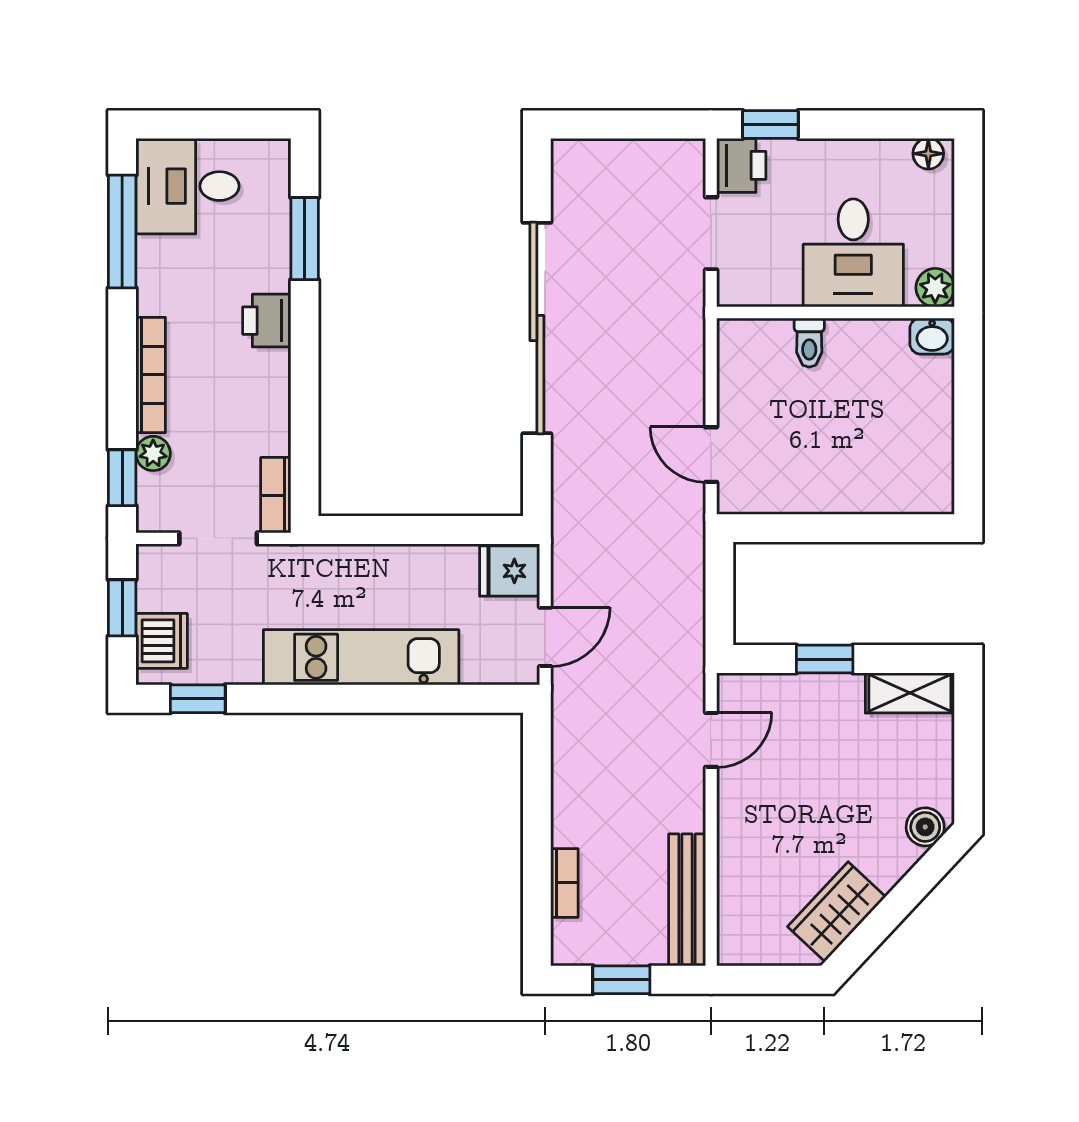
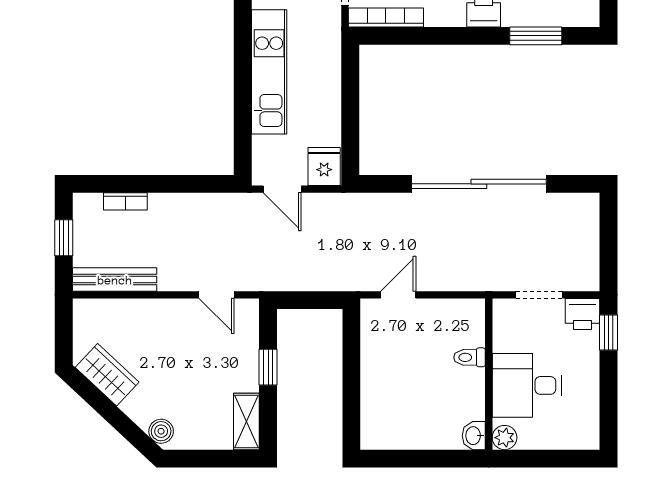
floor lamp: (928, 154) -> (590, 433), removed
bookcase: (276, 495) -> (386, 18), width x1.56

